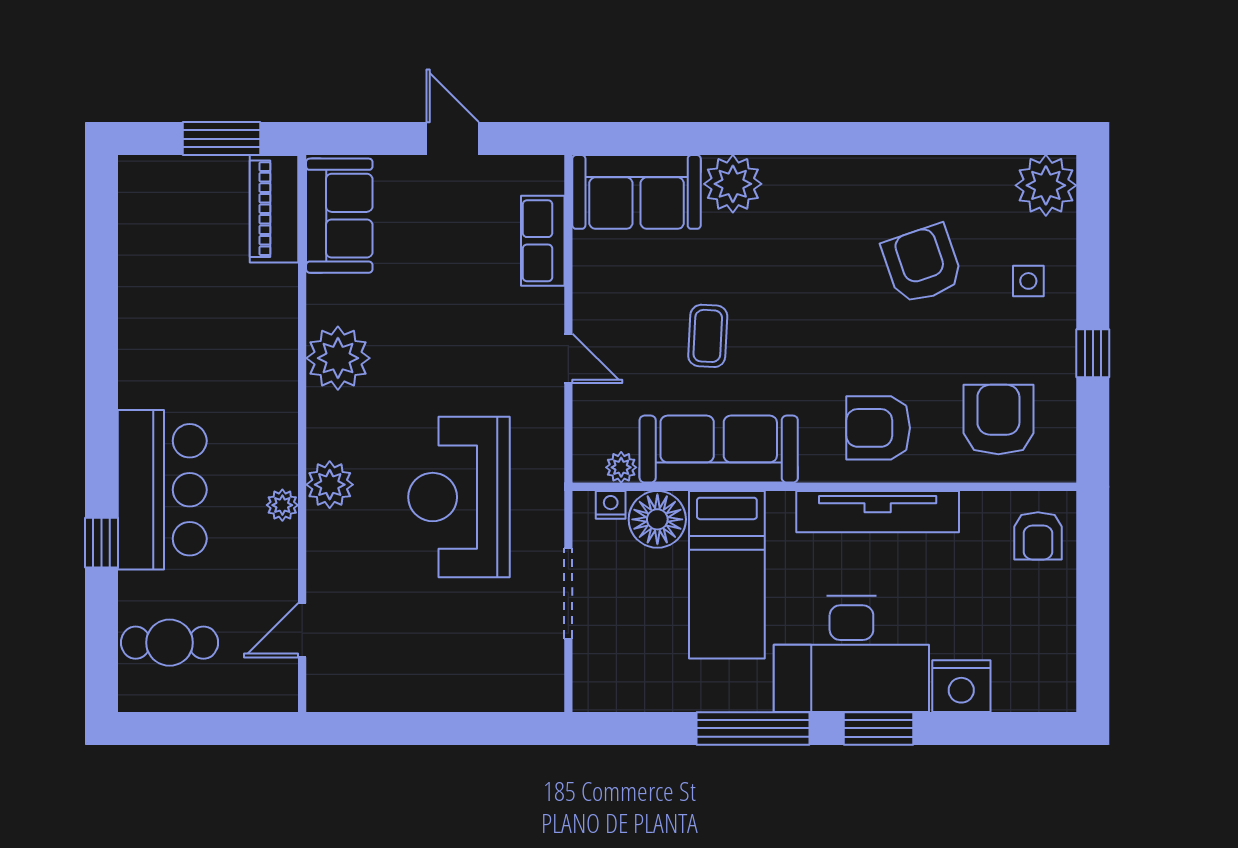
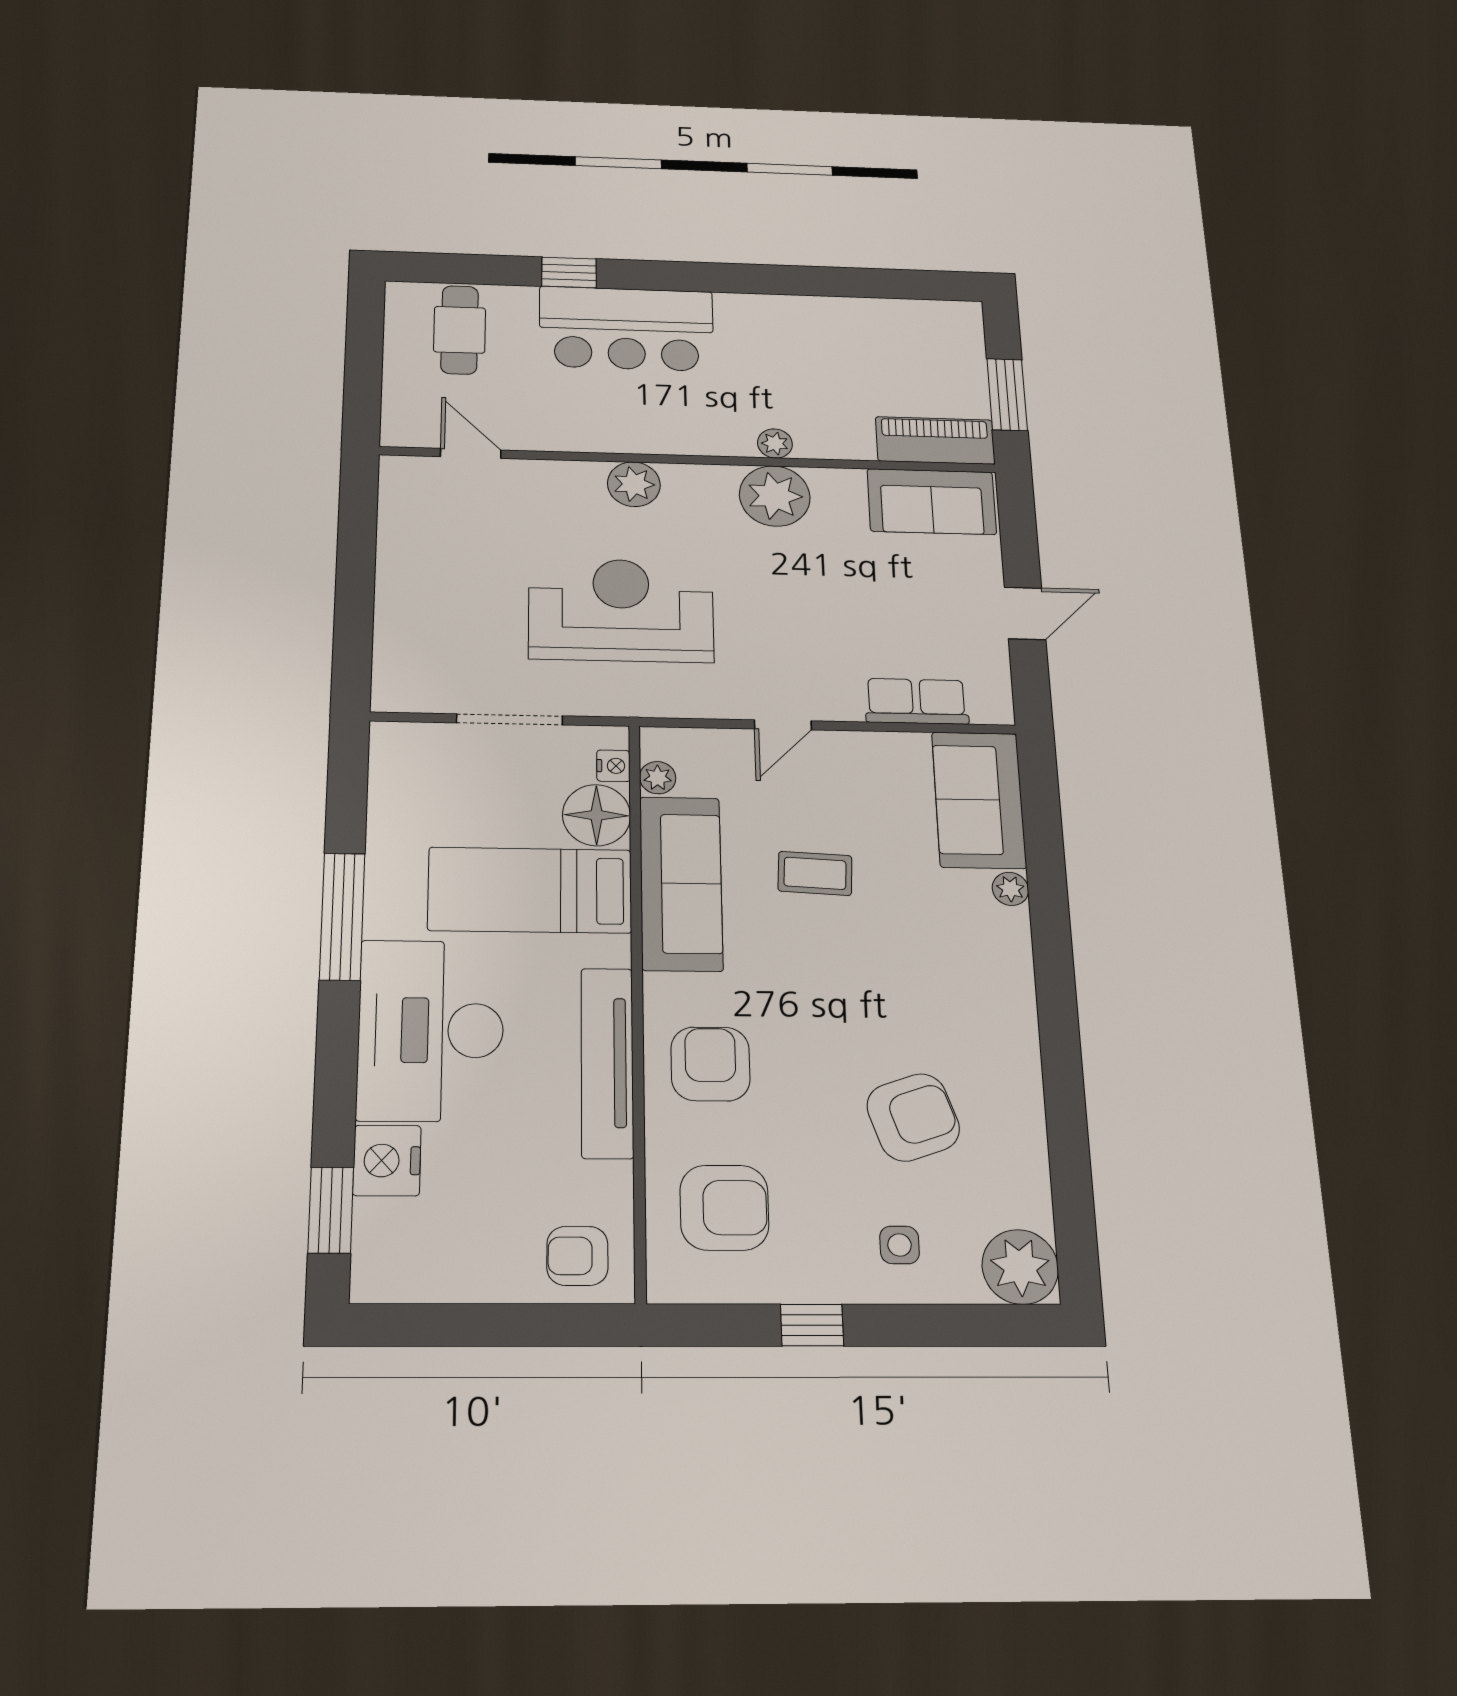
plant: (733, 184) -> (1010, 889), width x0.53, depth x0.53
plant: (282, 505) -> (775, 443), moved
window: (879, 728) -> (331, 1210), moved

